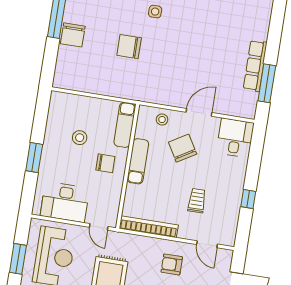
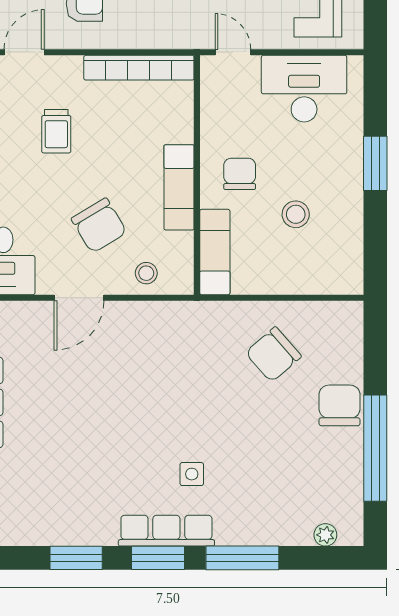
chair: (129, 47) -> (273, 354), moved, turned 139
chair: (105, 163) -> (240, 174), turned 90
door: (207, 244) -> (24, 52), hinge flipped

